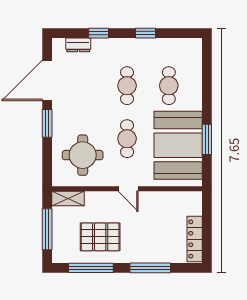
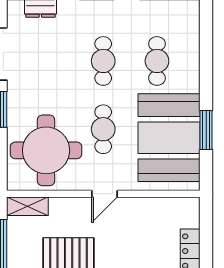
round table: (83, 155) -> (46, 150), width x1.36, depth x1.36
door: (128, 189) -> (105, 194), hinge flipped

